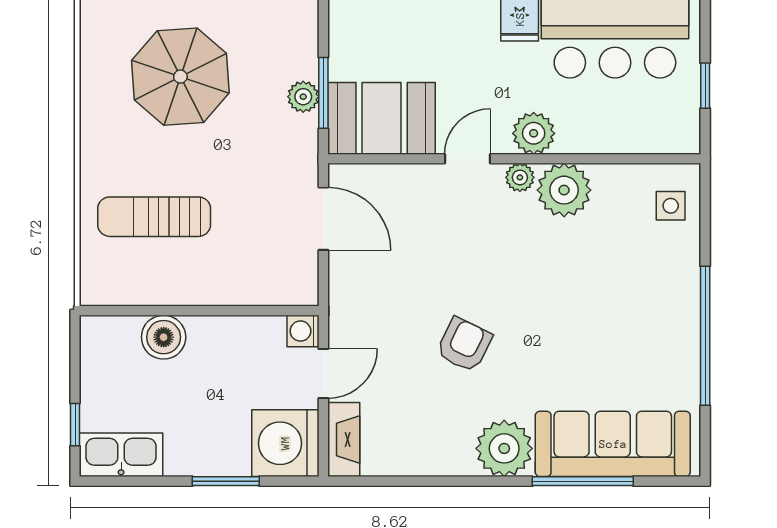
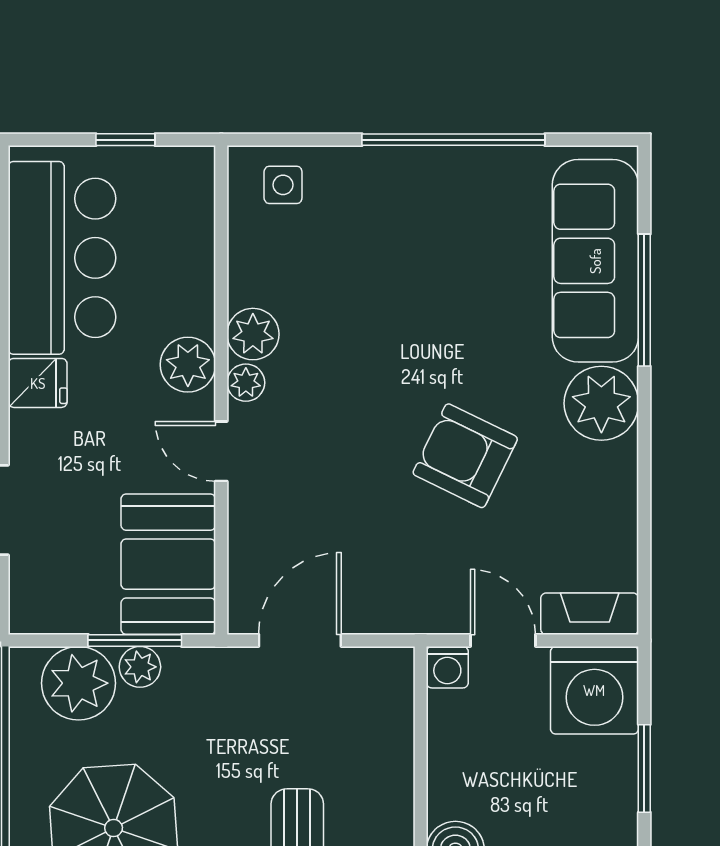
plant: (291, 50) -> (79, 683), added
plant: (564, 190) -> (253, 334), width x0.73, depth x0.73
armchair: (464, 345) -> (465, 456), width x1.38, depth x1.38

